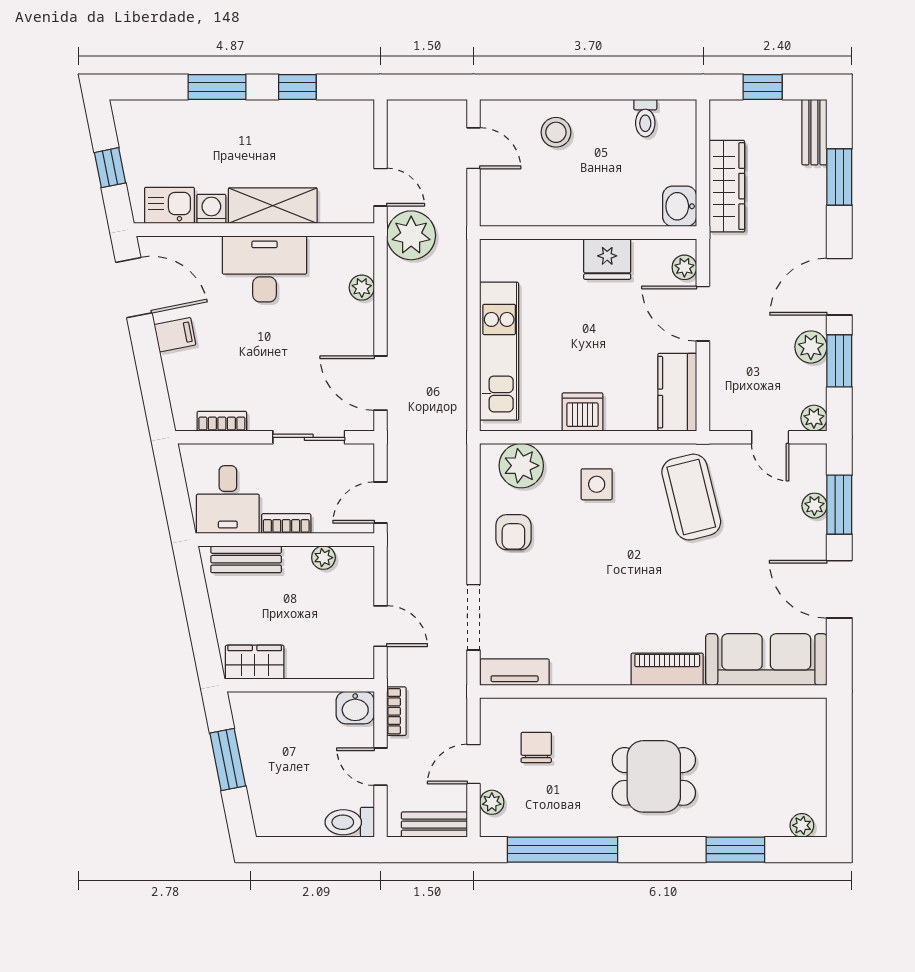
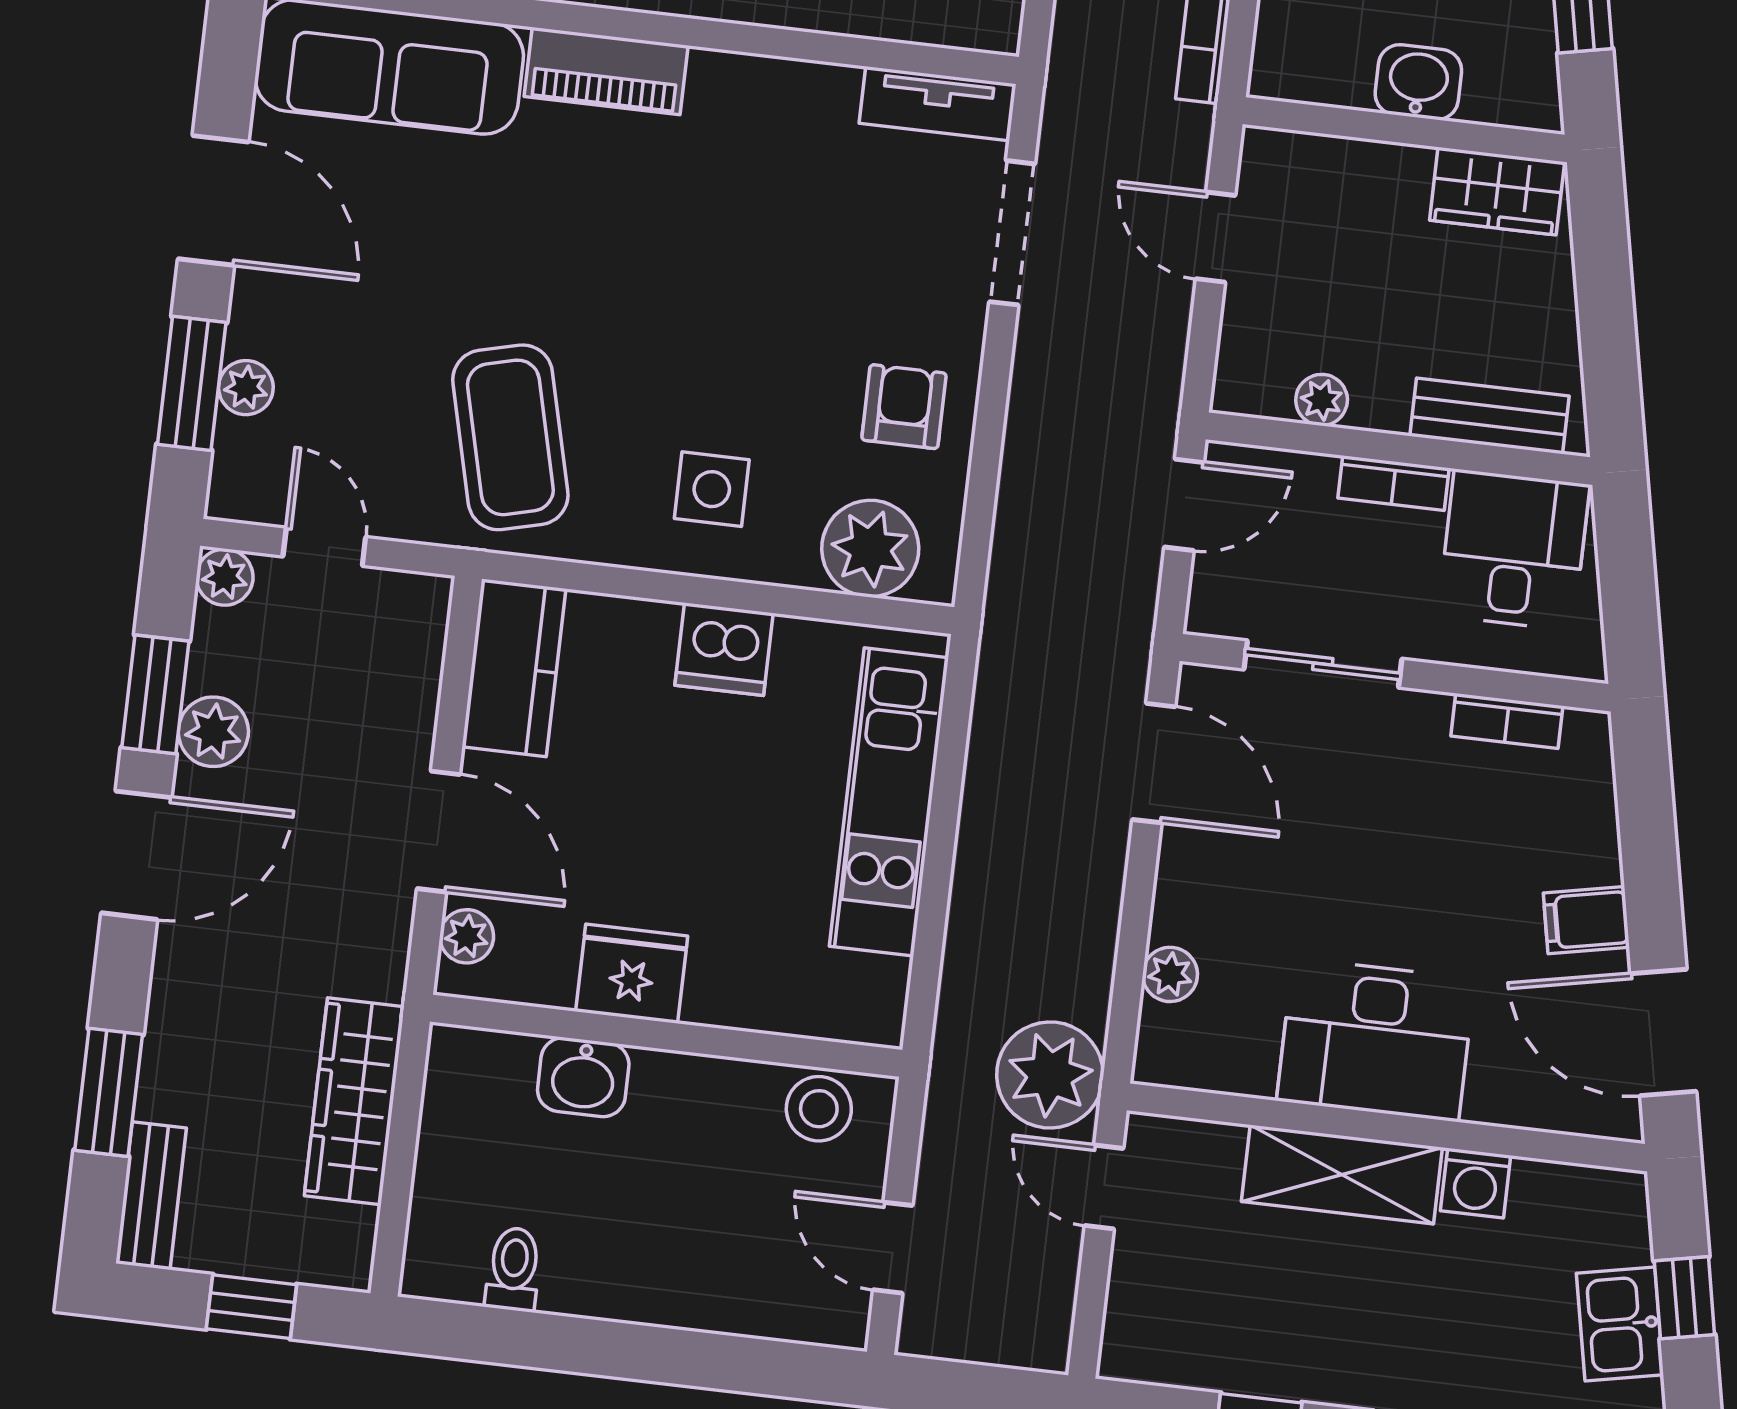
stool: (556, 132) -> (819, 1109), moved
kitchen sink: (169, 205) -> (1620, 1324), moved, turned 79
washbasin: (680, 206) -> (583, 1077), moved, turned 90
washbasin: (355, 708) -> (1418, 82), moved

